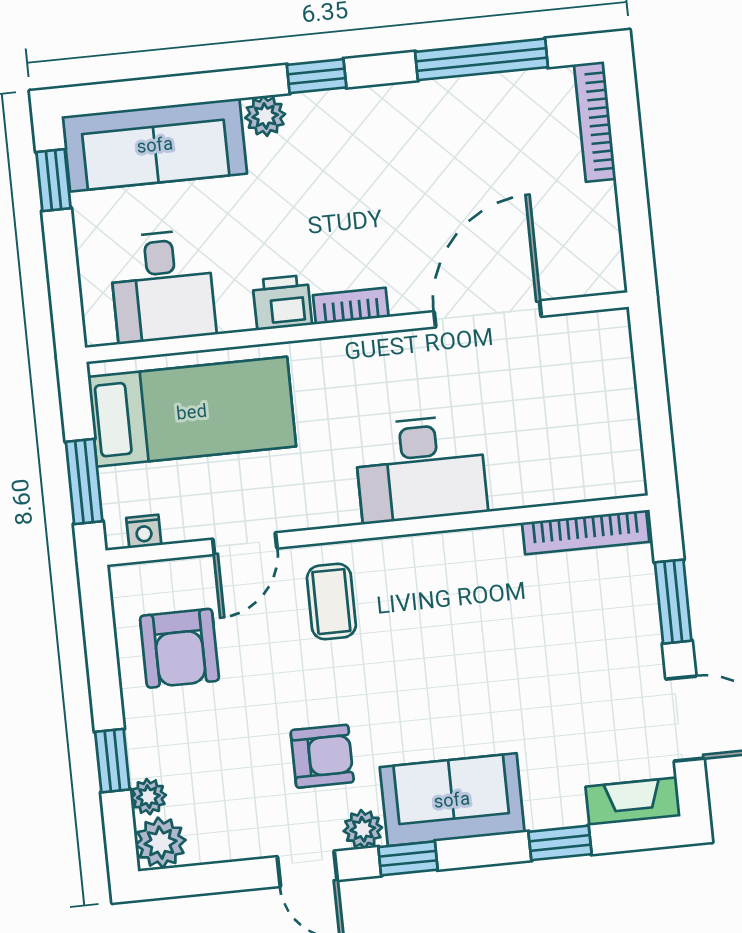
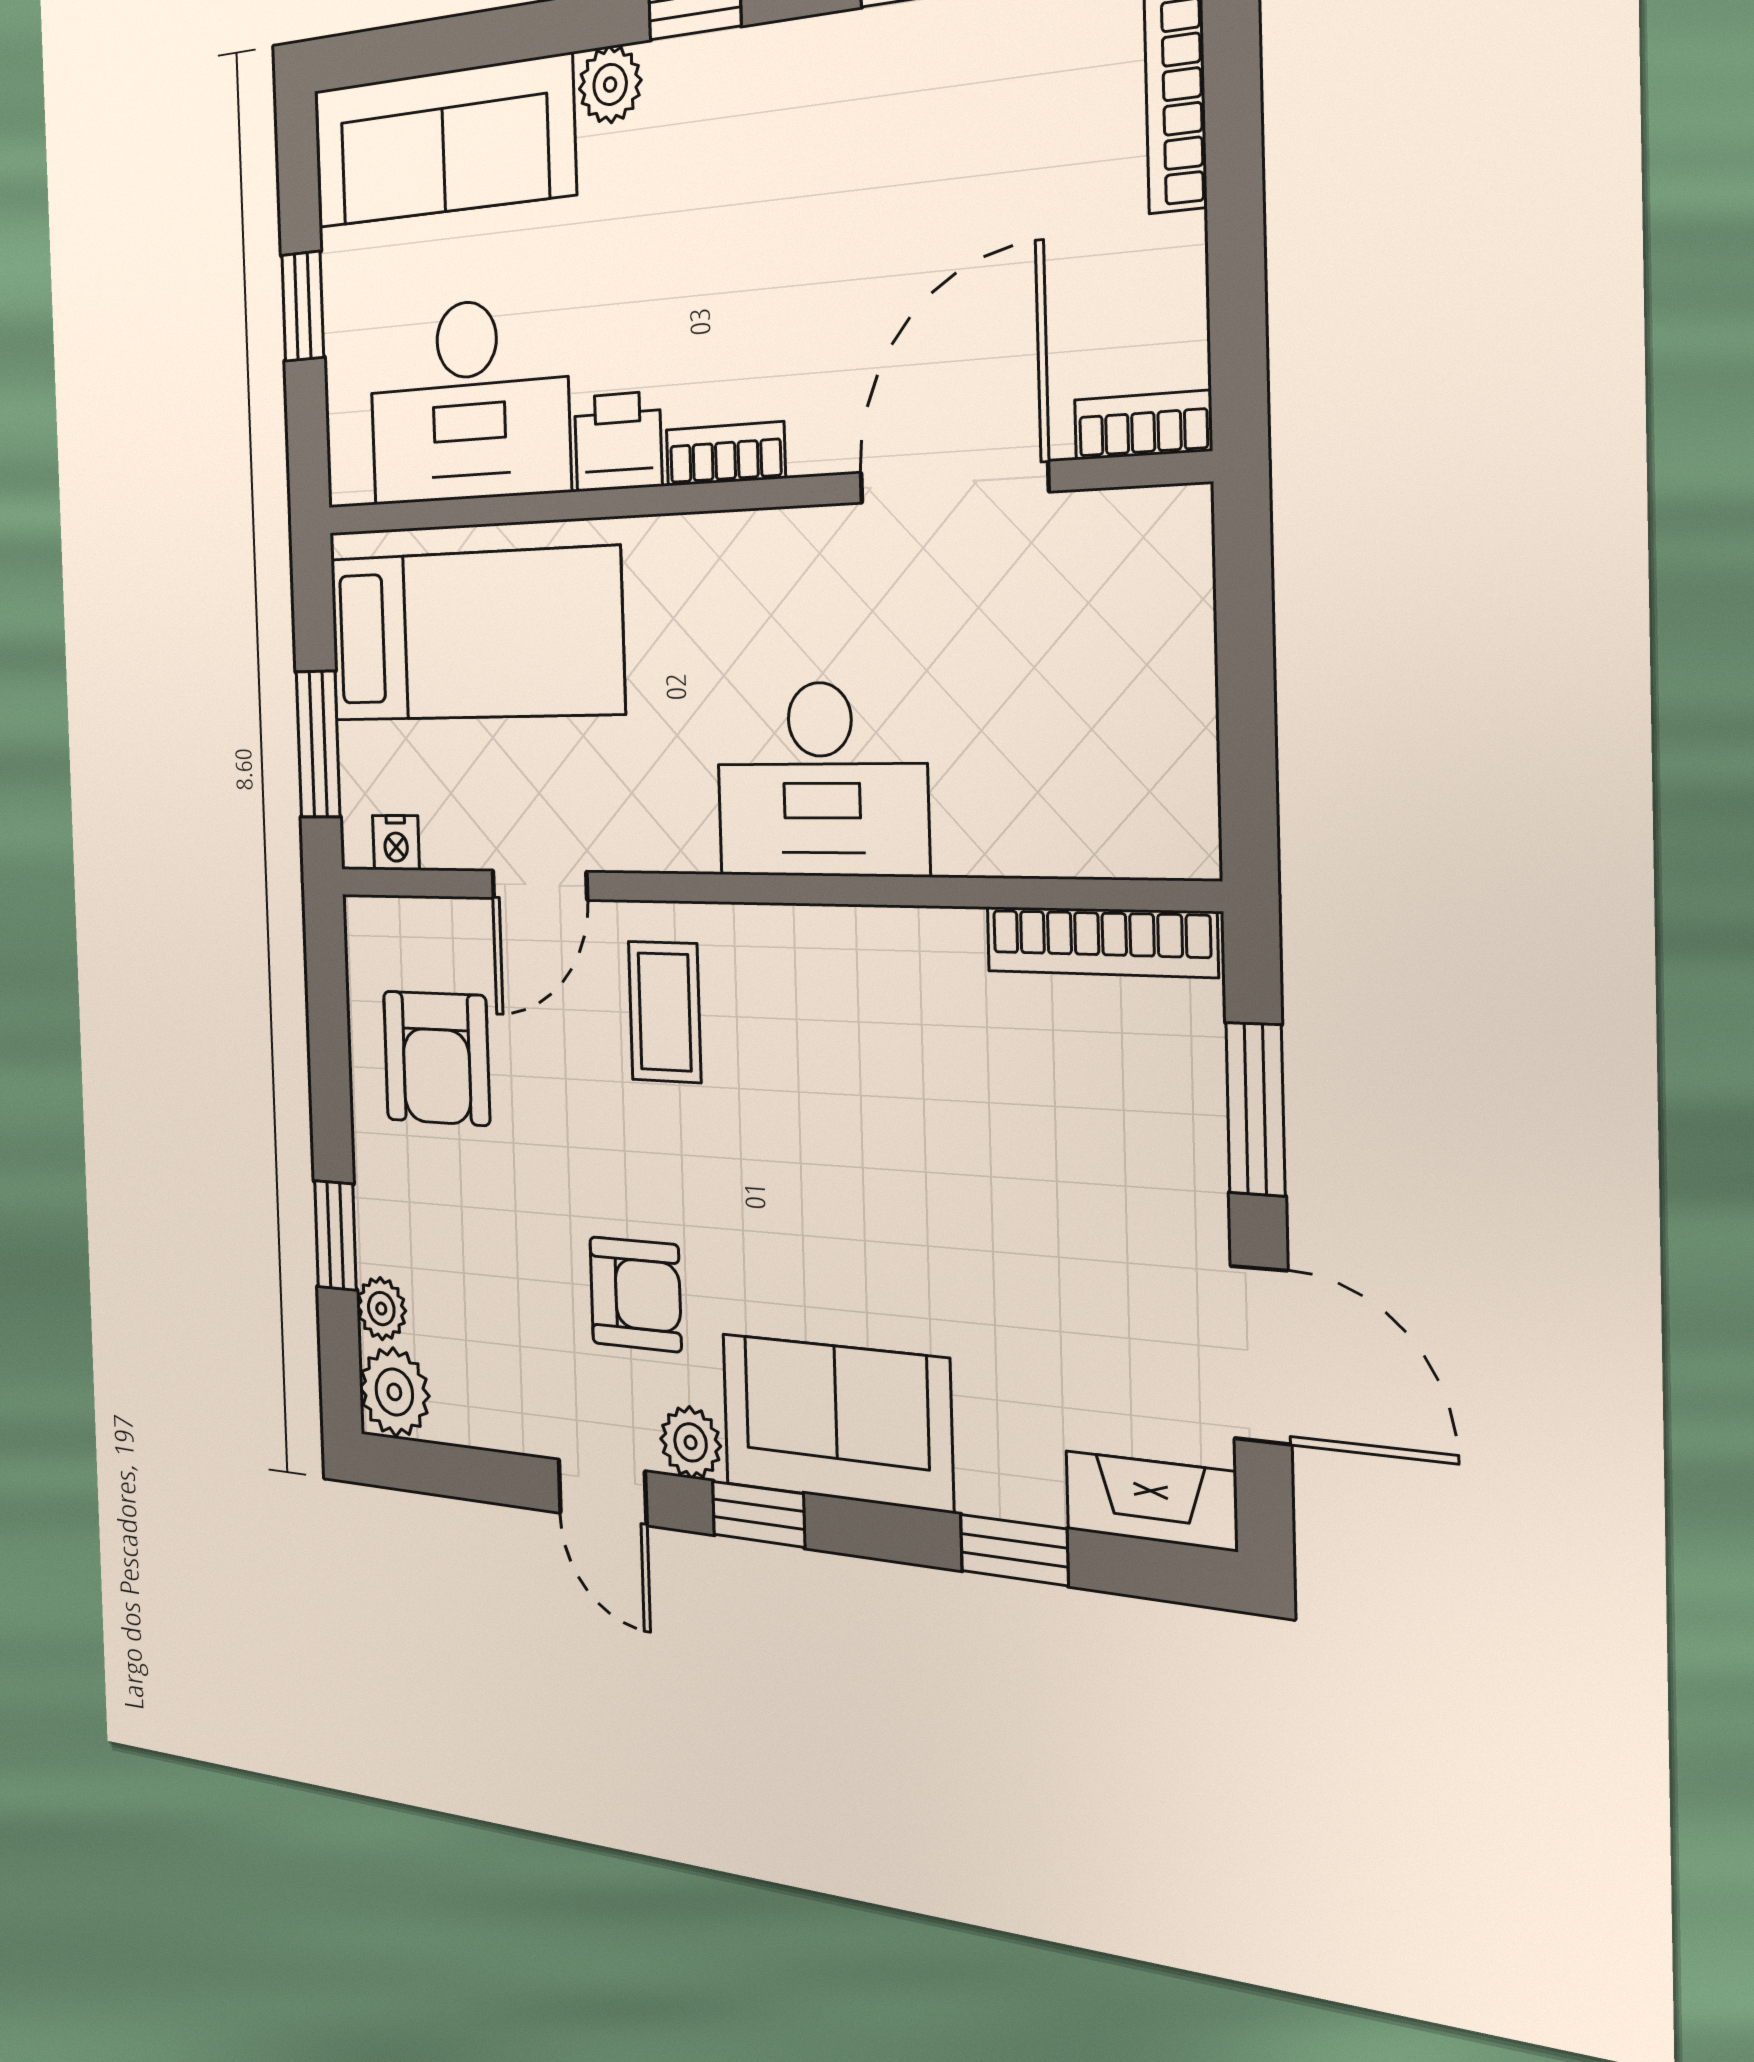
window: (53, 180) -> (303, 306), moved
bookcase: (590, 282) -> (1143, 425), added
desk: (162, 286) -> (469, 401), width x1.37

